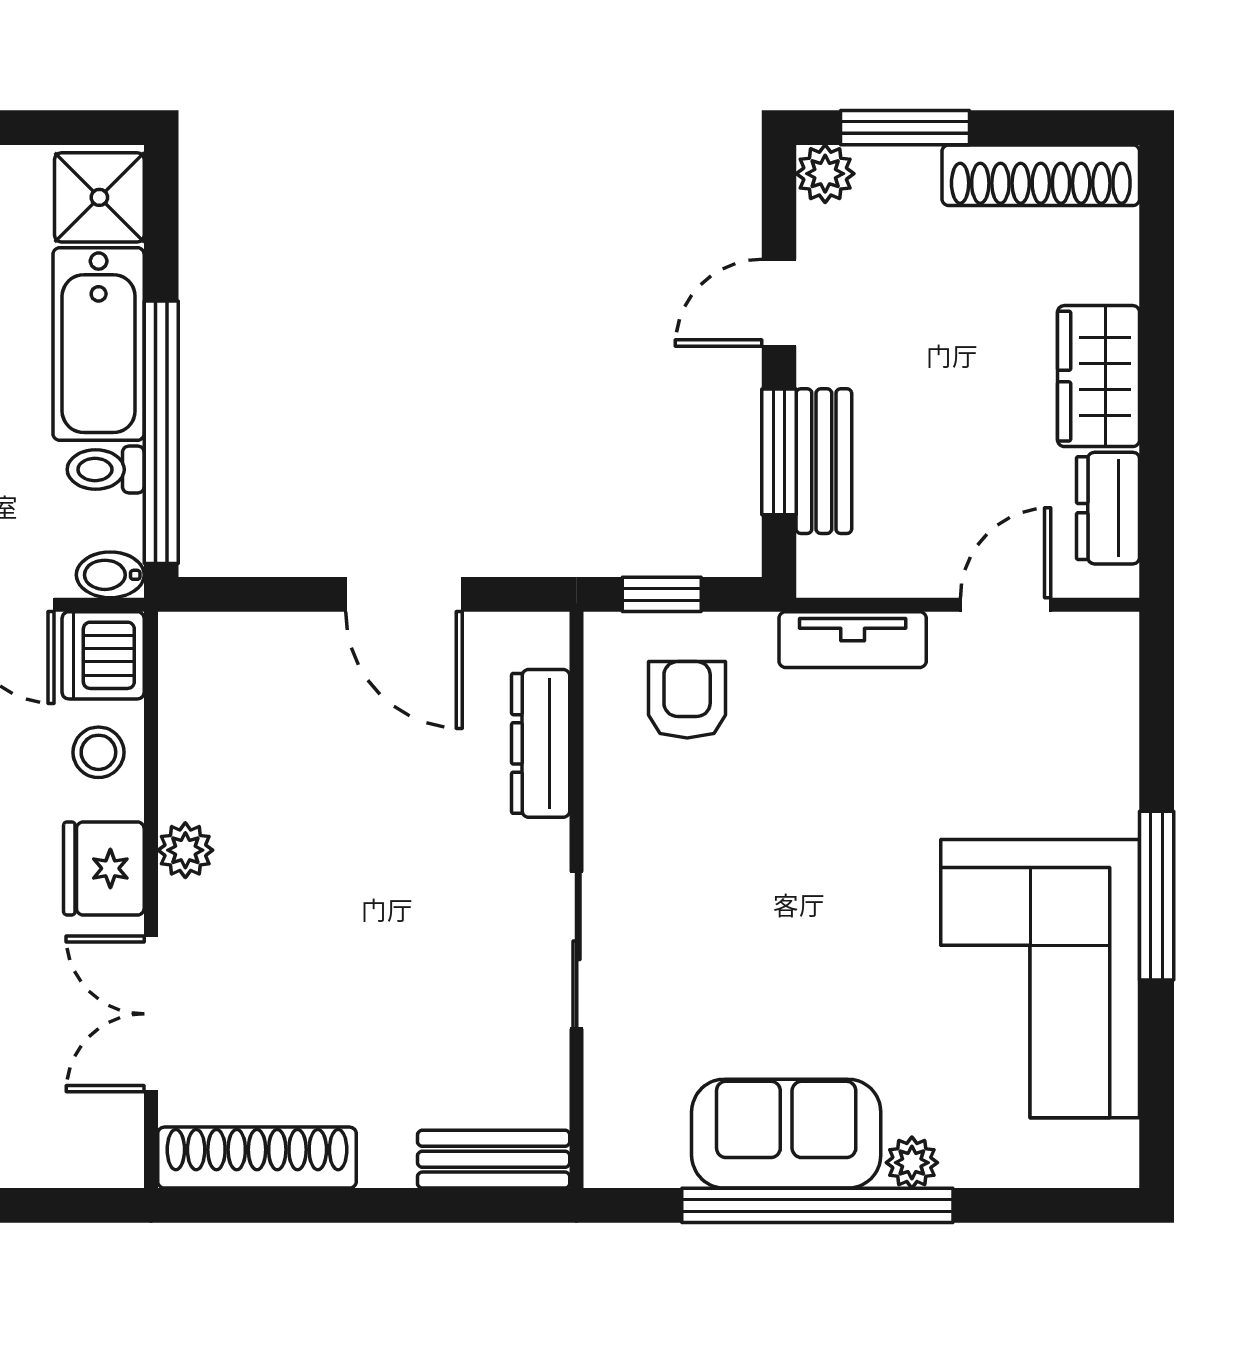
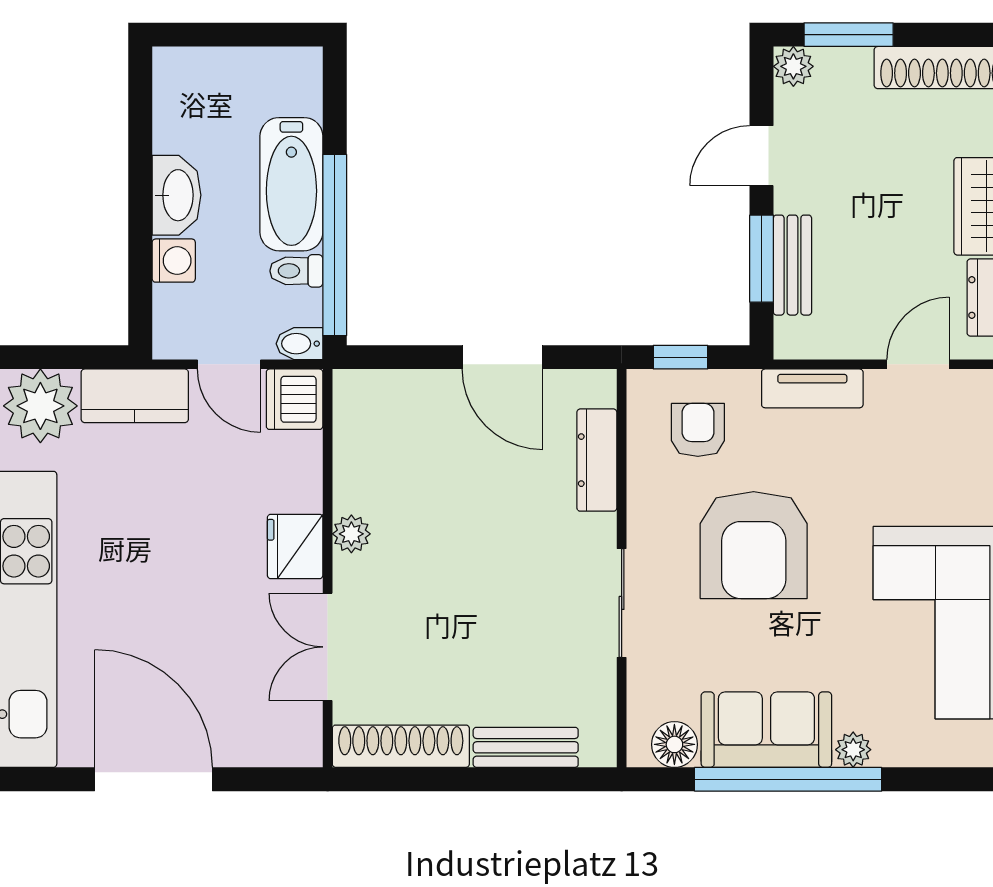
shower: (99, 197) -> (292, 83), removed
stool: (98, 752) -> (291, 466), removed
armchair: (768, 866) -> (754, 545), added
floor lamp: (653, 1155) -> (674, 744), added
bench: (494, 1159) -> (526, 747), moved

